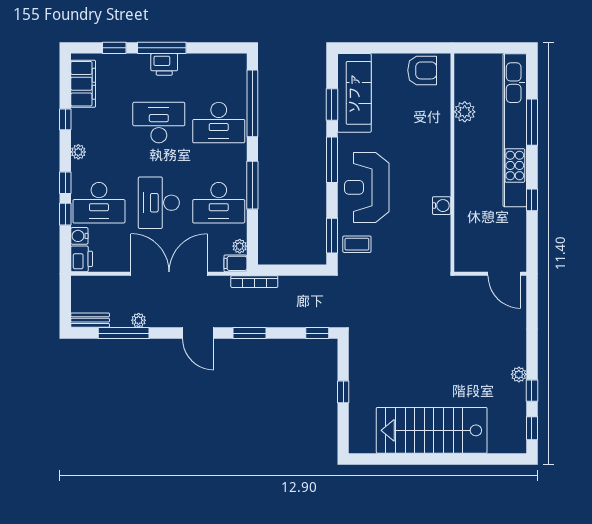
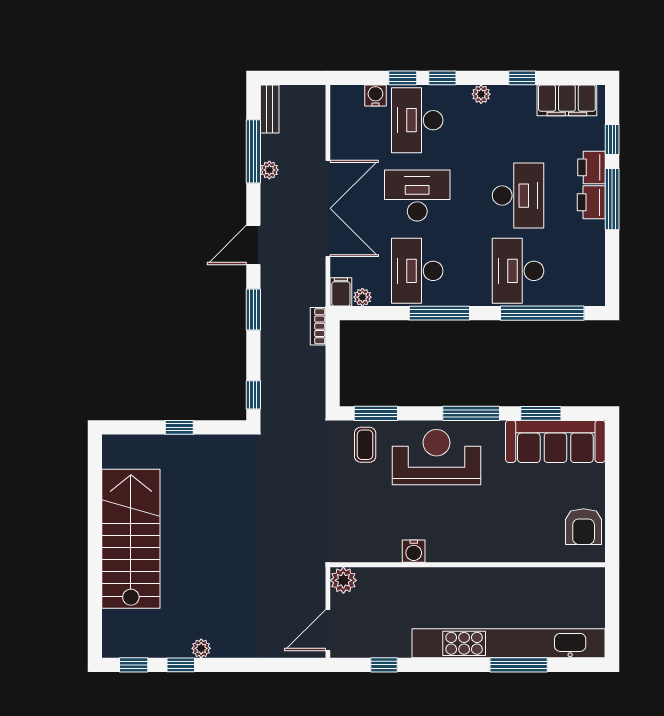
plant: (465, 112) -> (343, 580), moved
window: (532, 200) -> (384, 665), moved
printer: (82, 259) -> (592, 167), moved, turned 90
bookcase: (254, 282) -> (318, 326), width x0.64

